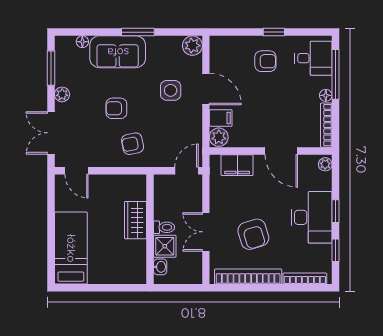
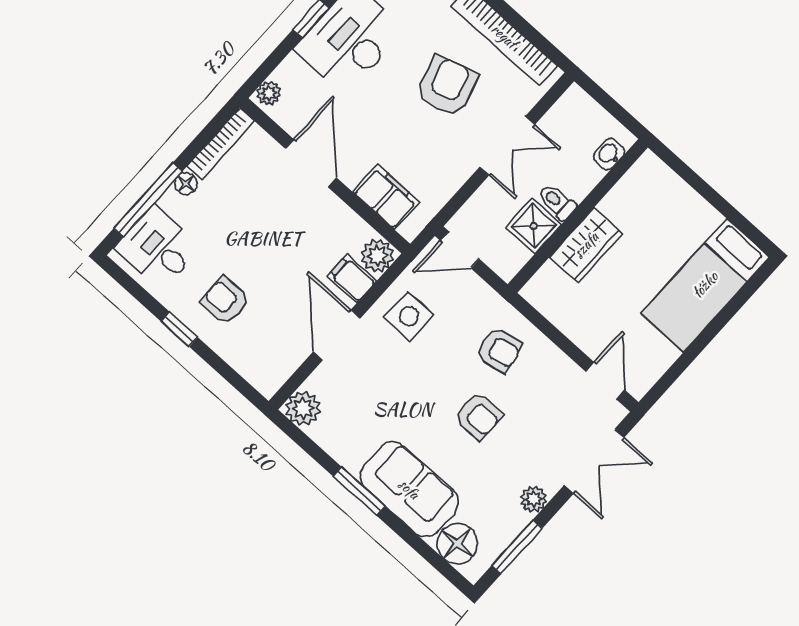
floor lamp: (82, 42) -> (457, 544), width x1.89, depth x1.89
side table: (171, 90) -> (409, 316), moved
shower: (165, 246) -> (533, 226), moved

